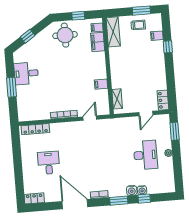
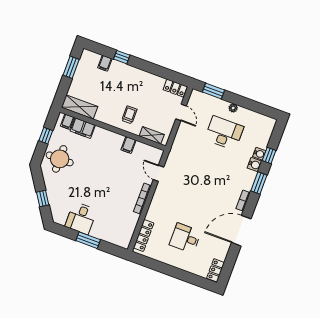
trolley: (138, 25) -> (129, 115), moved

